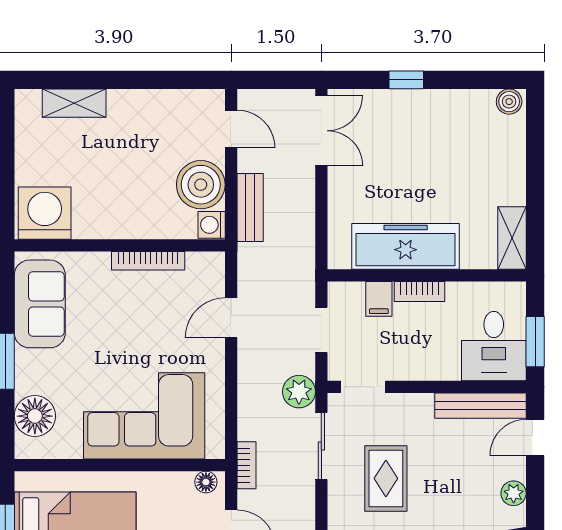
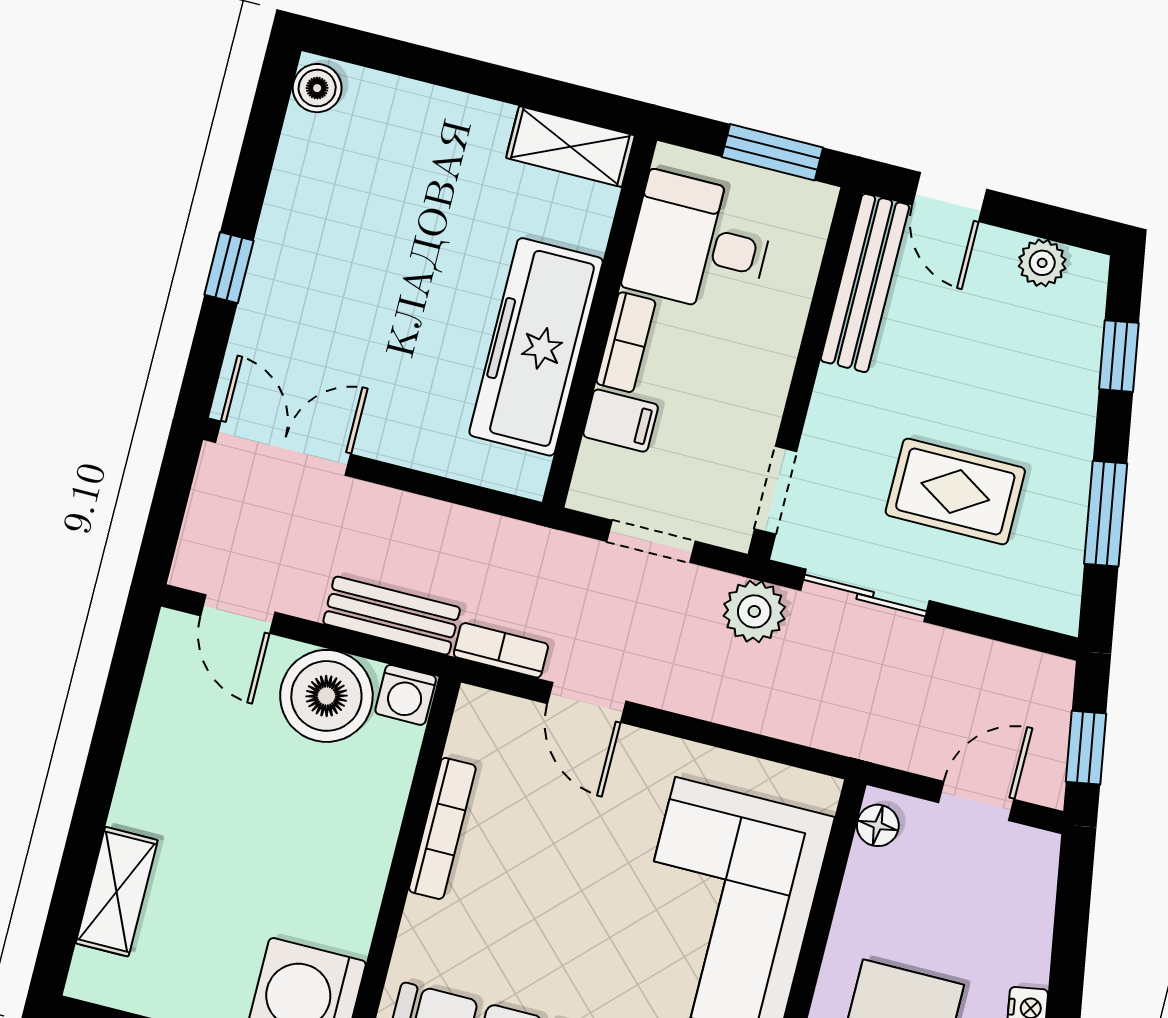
door: (231, 129) -> (238, 614), swing flipped
desk: (494, 346) -> (699, 243), moved, turned 180
bookcase: (247, 465) -> (501, 650), moved

